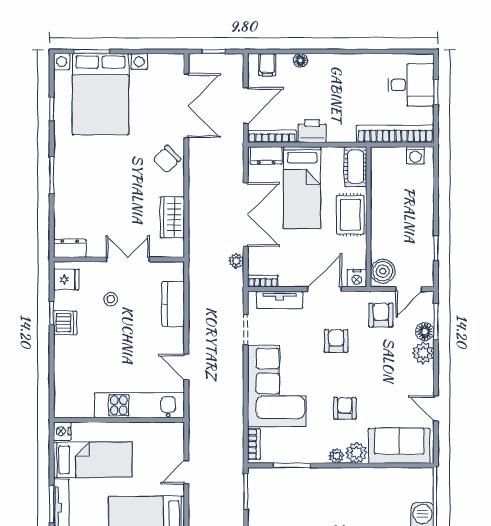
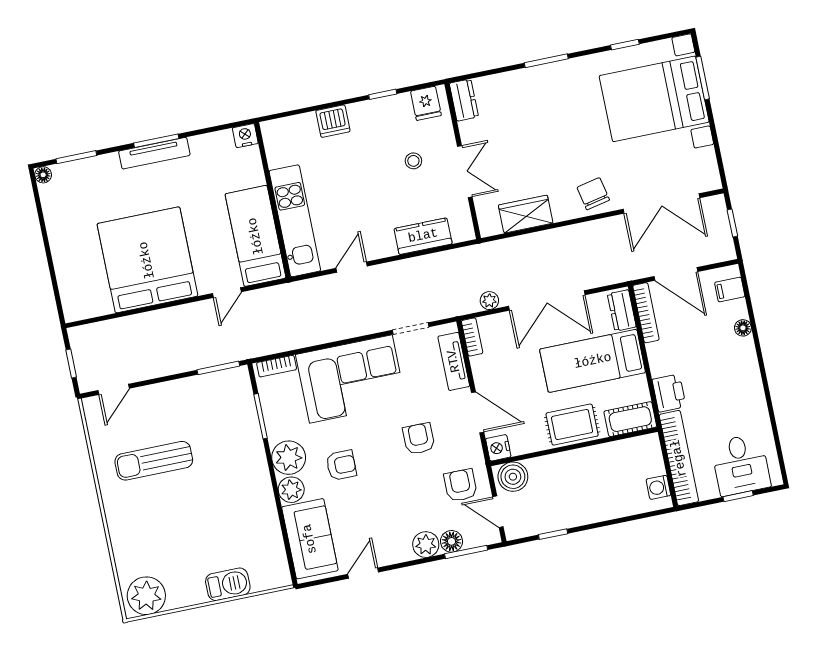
printer: (312, 131) -> (669, 393), moved
chair: (167, 159) -> (593, 194), turned 33
armchair: (381, 315) -> (460, 485), turned -90
dishwasher: (65, 323) -> (333, 121), moved
armchair: (336, 341) -> (419, 439), turned -90
plant: (336, 456) -> (289, 458), width x1.87, depth x1.87
bed: (93, 460) -> (256, 236), moved, turned 180
door: (186, 472) -> (227, 293), swing flipped

